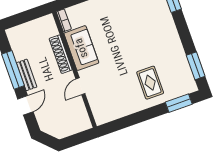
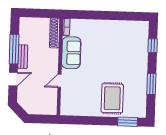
shoe rack: (61, 54) -> (55, 33), moved
window: (196, 66) -> (151, 84), moved
rug: (150, 83) -> (112, 98), width x1.36, depth x1.43

